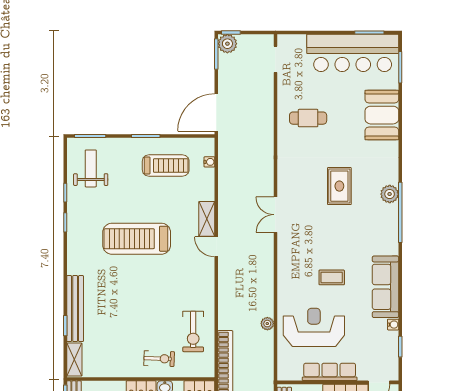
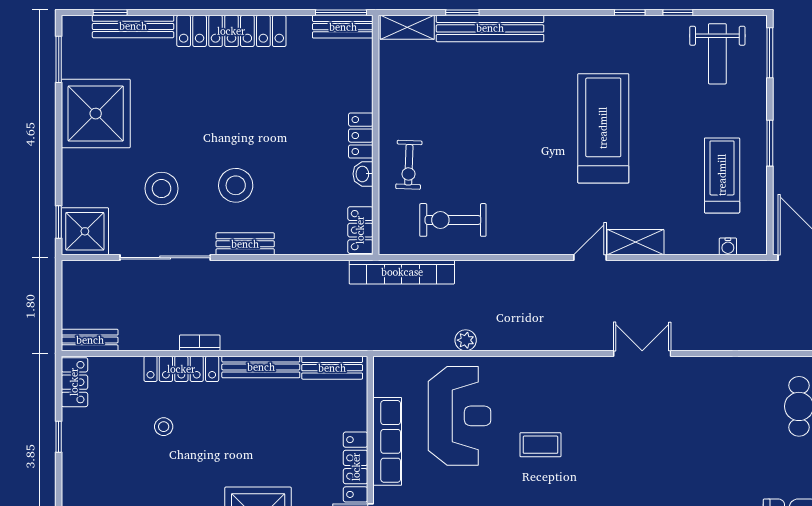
treadmill: (166, 166) -> (722, 175), turned 180
weight bench: (91, 168) -> (717, 54), turned 90
rug: (339, 186) -> (689, 457), removed
coffee table: (332, 277) -> (540, 445), turned 90

